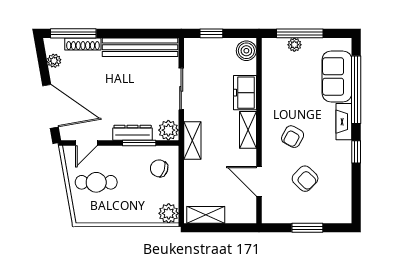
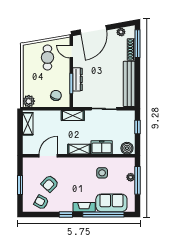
side table: (287, 92) -> (102, 173), added
plant: (168, 130) -> (79, 101), removed
armchair: (293, 137) -> (41, 202), moved

